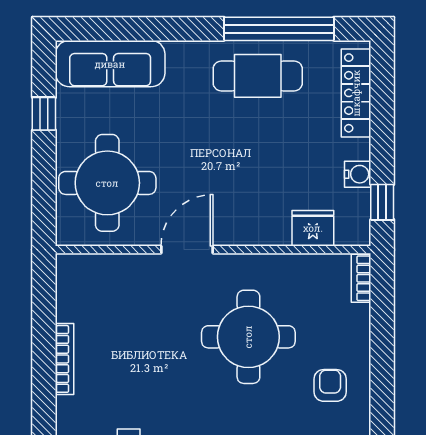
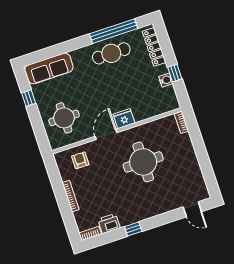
round table: (107, 183) -> (64, 118), width x0.73, depth x0.73
window: (382, 202) -> (175, 73), moved
fridge: (313, 228) -> (124, 119), moved
armchair: (330, 385) -> (80, 160), moved

